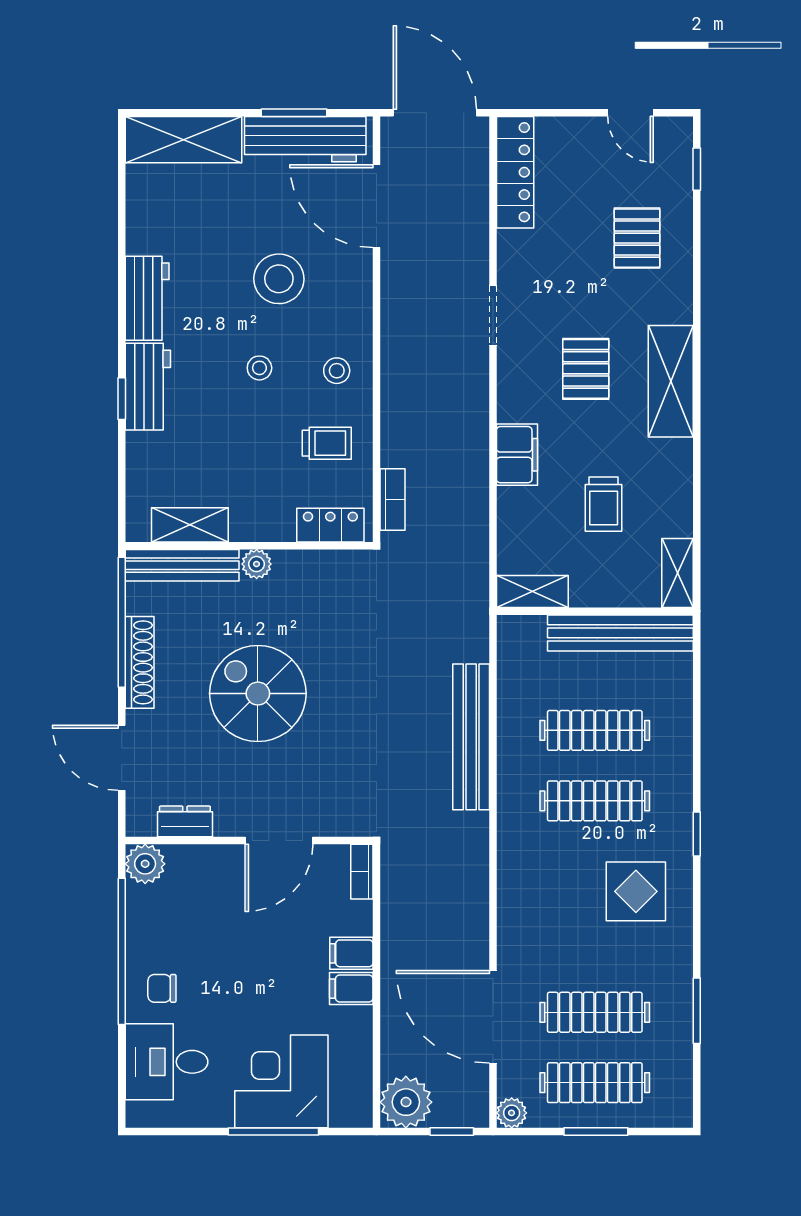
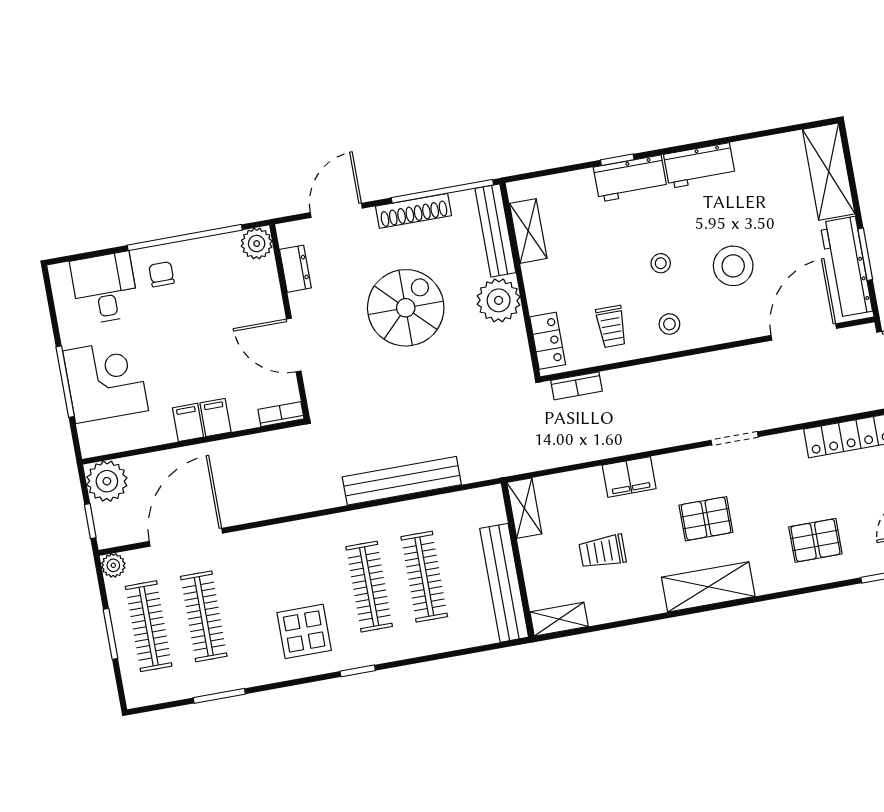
plant: (257, 564) -> (499, 300), width x1.88, depth x1.88

